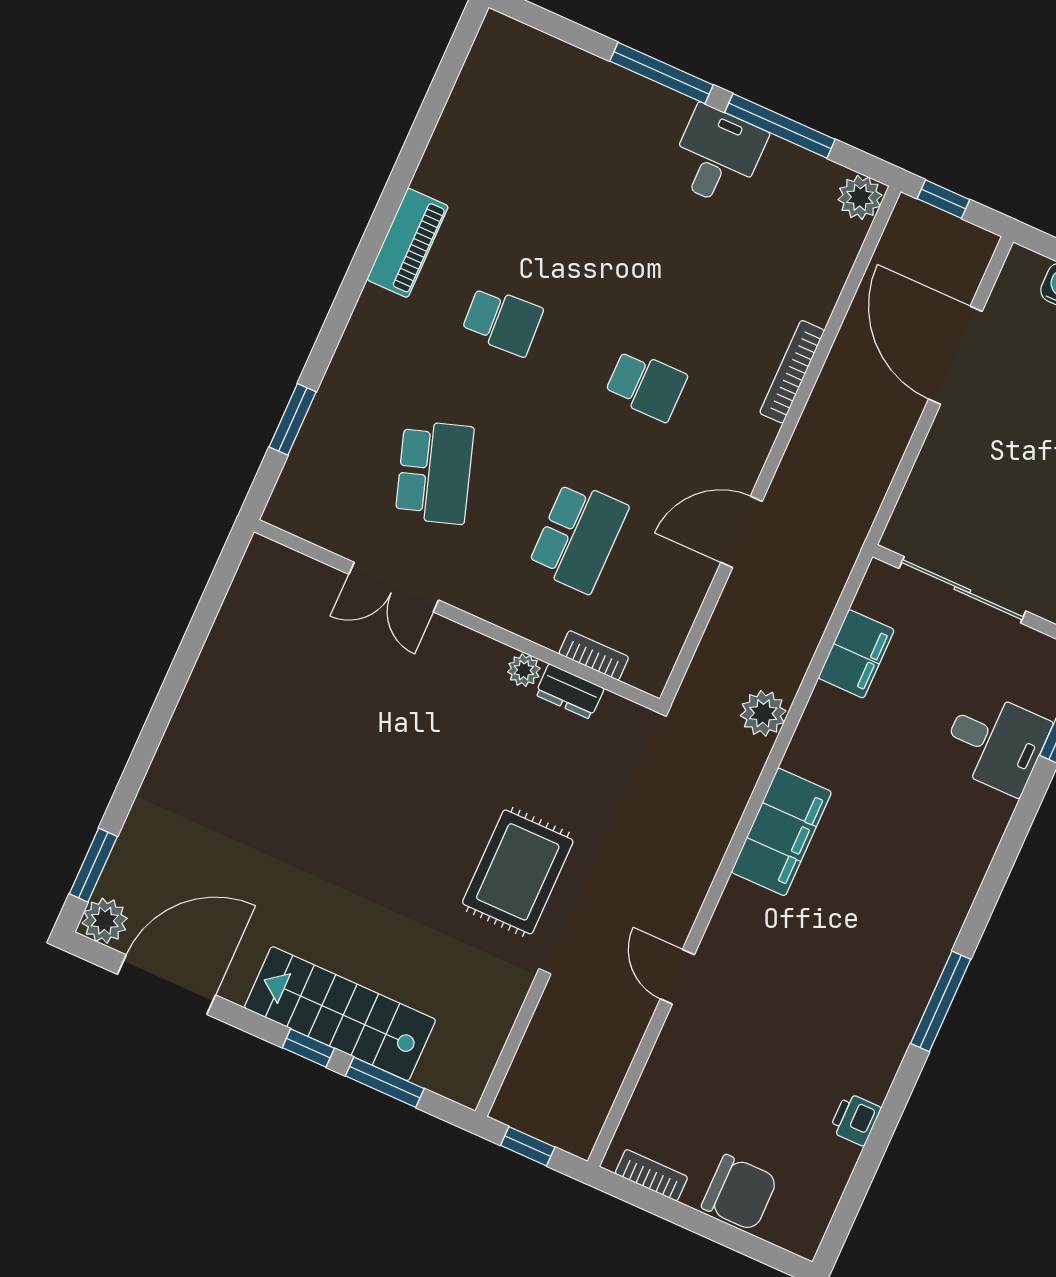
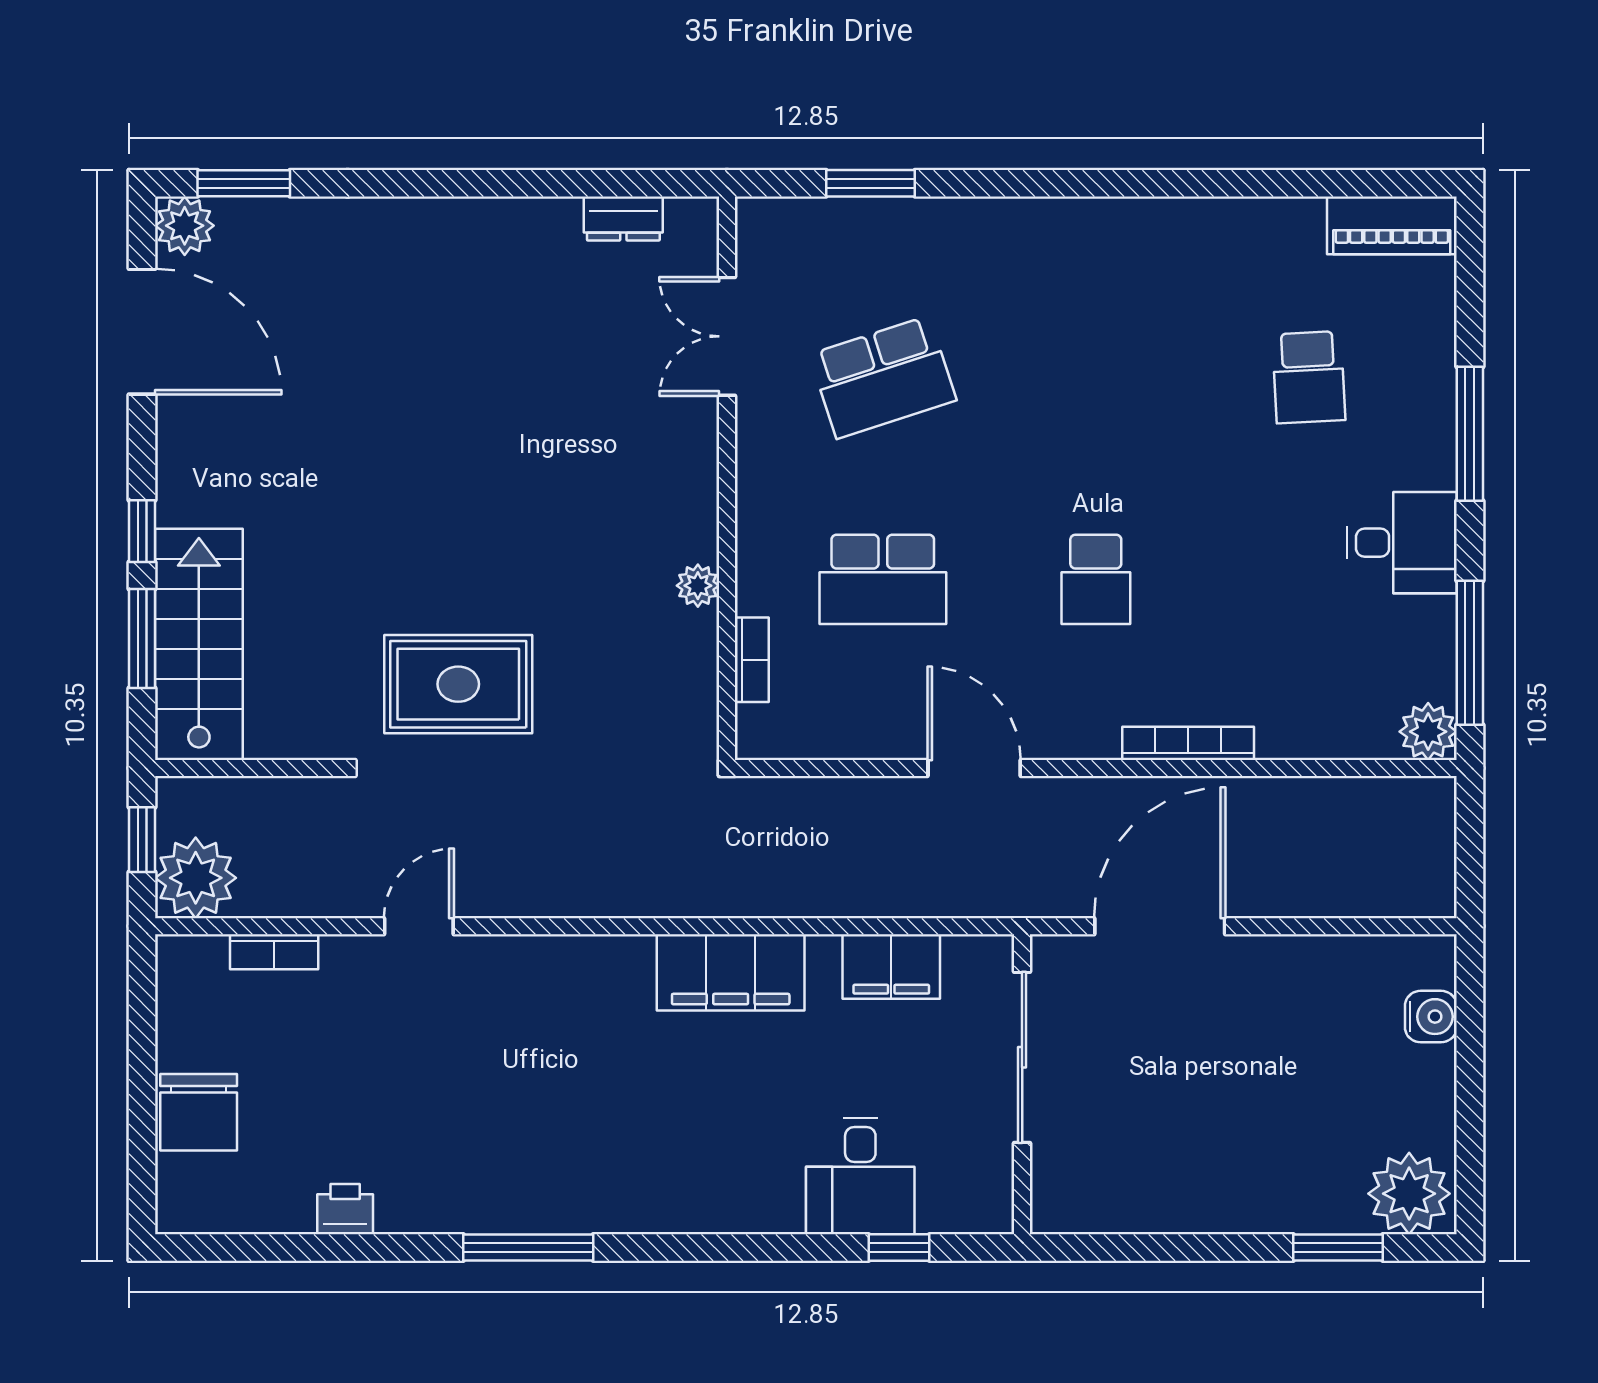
window: (780, 126) -> (1470, 653), moved
window: (943, 199) -> (1470, 830), removed
piano: (408, 243) -> (1392, 225), moved
school desk: (502, 321) -> (1309, 377), moved
door: (955, 355) -> (1160, 926), moved
double door: (394, 587) -> (727, 336), moved
dresser: (570, 691) -> (623, 219), moved, turned -90
plant: (763, 713) -> (196, 878), moved, width x1.36, depth x1.36
filing cabinet: (781, 832) -> (731, 972), moved
stairs: (340, 1014) -> (199, 644), moved
bookcase: (651, 1175) -> (274, 952), moved, turned 90

